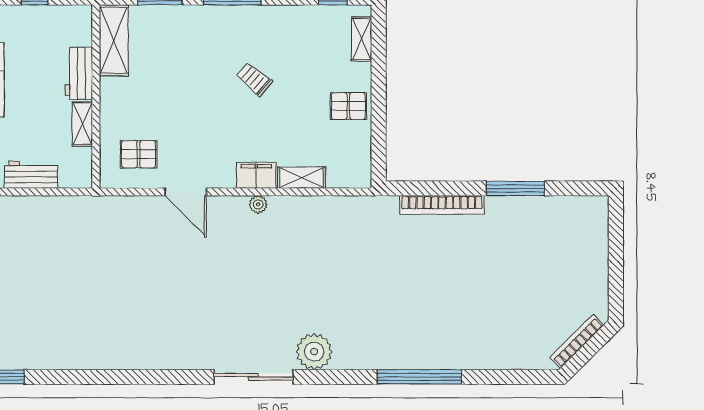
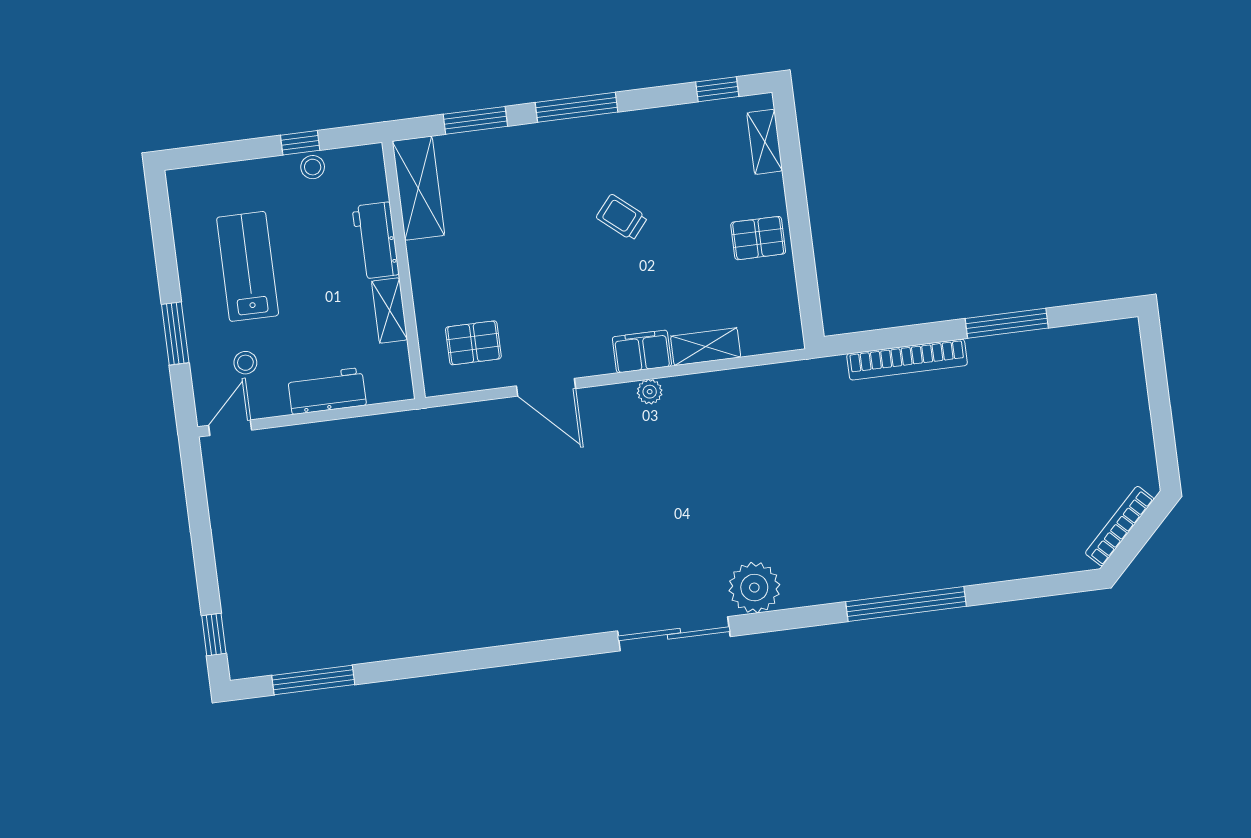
stool: (41, 16) -> (313, 167), added

